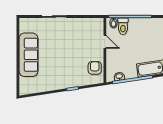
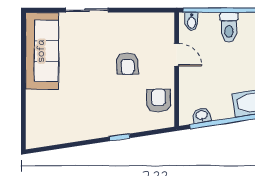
toilet: (123, 26) -> (229, 27), moved
armchair: (77, 47) -> (128, 64), added
sofa: (28, 55) -> (42, 51), moved

